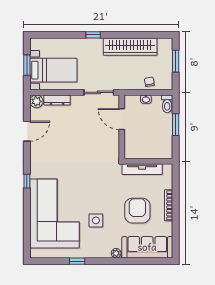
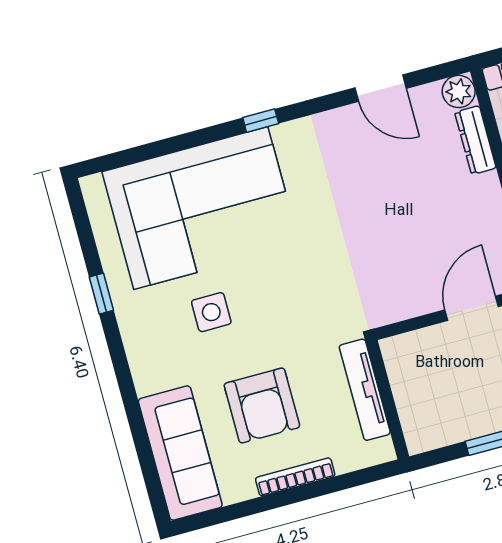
armchair: (137, 211) -> (262, 405), turned 90
plant: (116, 253) -> (146, 382), removed

